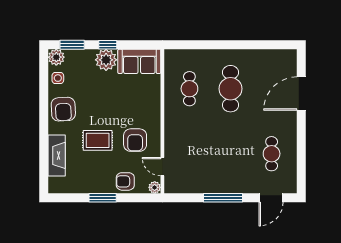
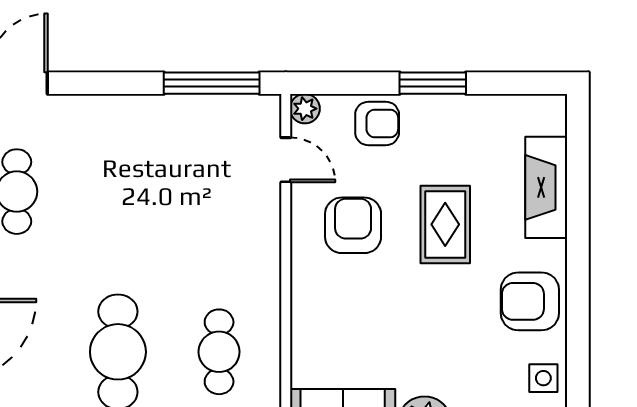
armchair: (63, 109) -> (530, 301), turned -87
rug: (98, 140) -> (445, 224), turned 90
window: (223, 198) -> (212, 83), moved

